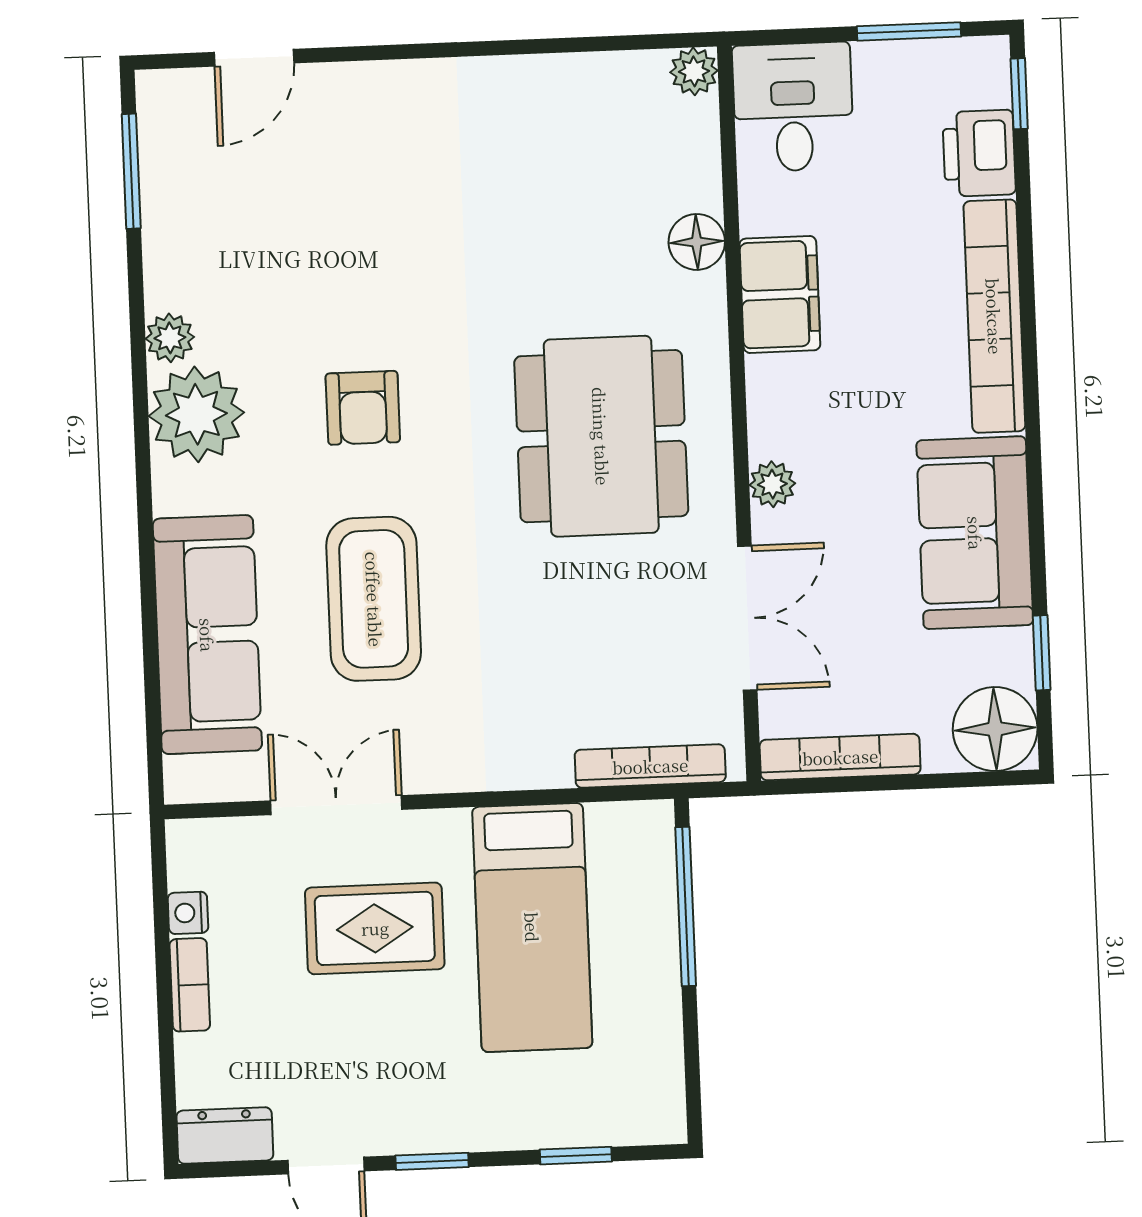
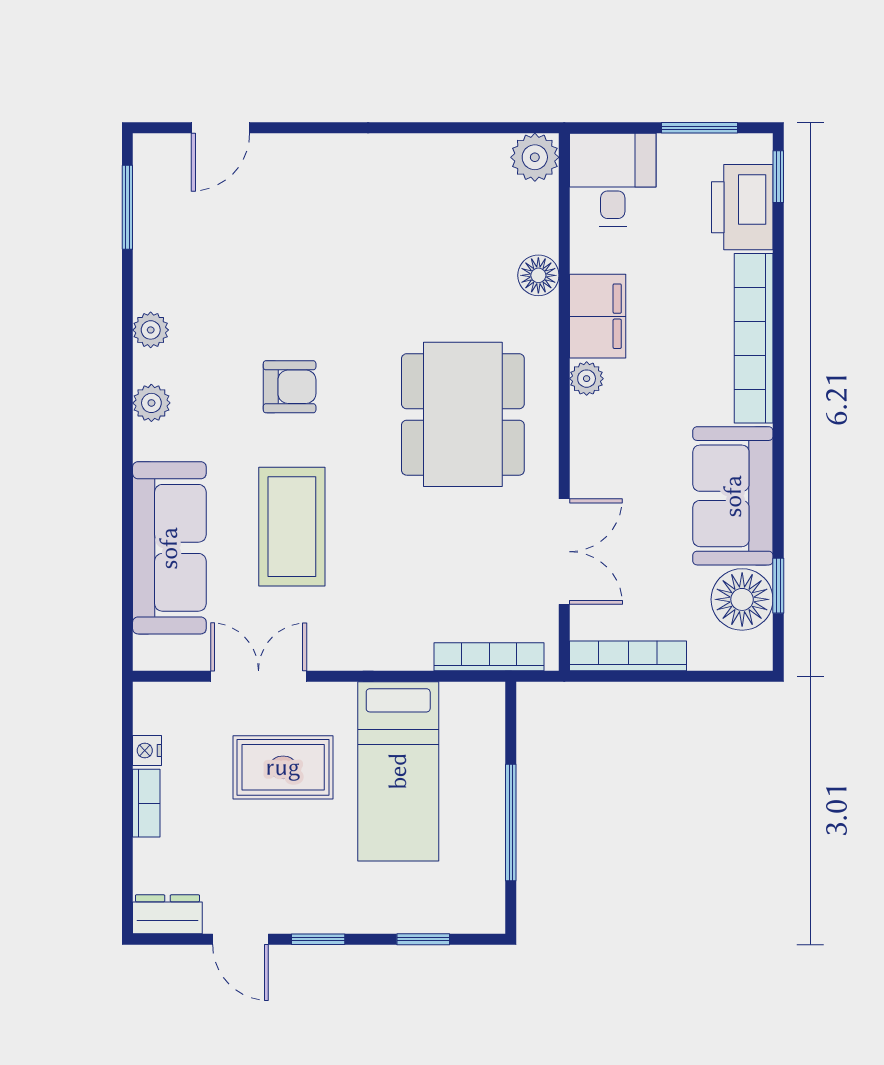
plant: (694, 71) -> (535, 157), width x1.38, depth x1.38
printer: (979, 153) -> (742, 207), width x1.37, depth x1.19
armchair: (363, 408) -> (290, 387), turned -90
plant: (196, 414) -> (151, 403), width x0.53, depth x0.53
plant: (772, 484) -> (587, 379), moved
floor lamp: (995, 729) -> (742, 599), moved
window: (686, 907) -> (511, 822), moved

